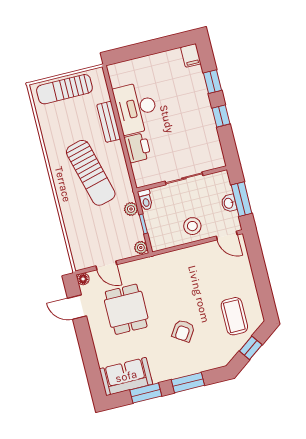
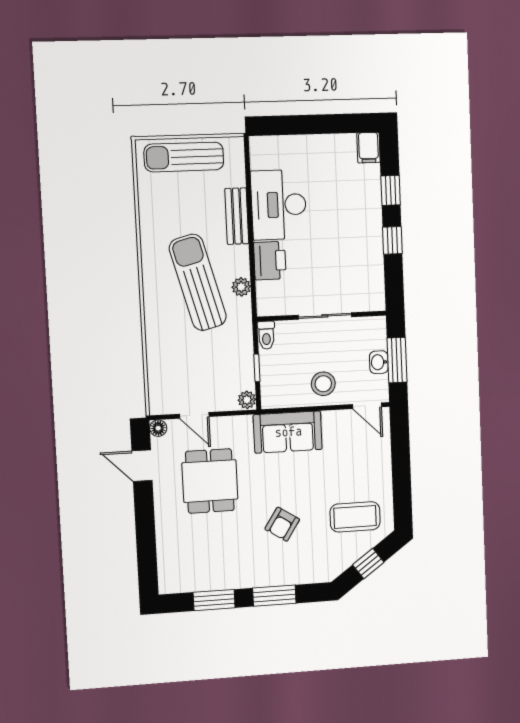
sun lounger: (91, 173) -> (198, 282), turned 180
plant: (131, 209) -> (241, 287), moved
coffee table: (234, 316) -> (355, 517), turned 90
sofa: (126, 376) -> (288, 432), moved, turned 180

